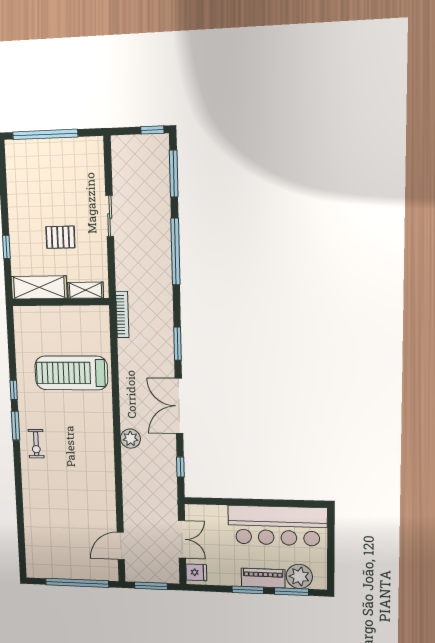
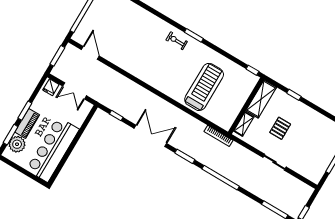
window: (175, 252) -> (221, 178), moved
window: (14, 390) -> (252, 70), moved
plant: (130, 439) -> (148, 97), removed

